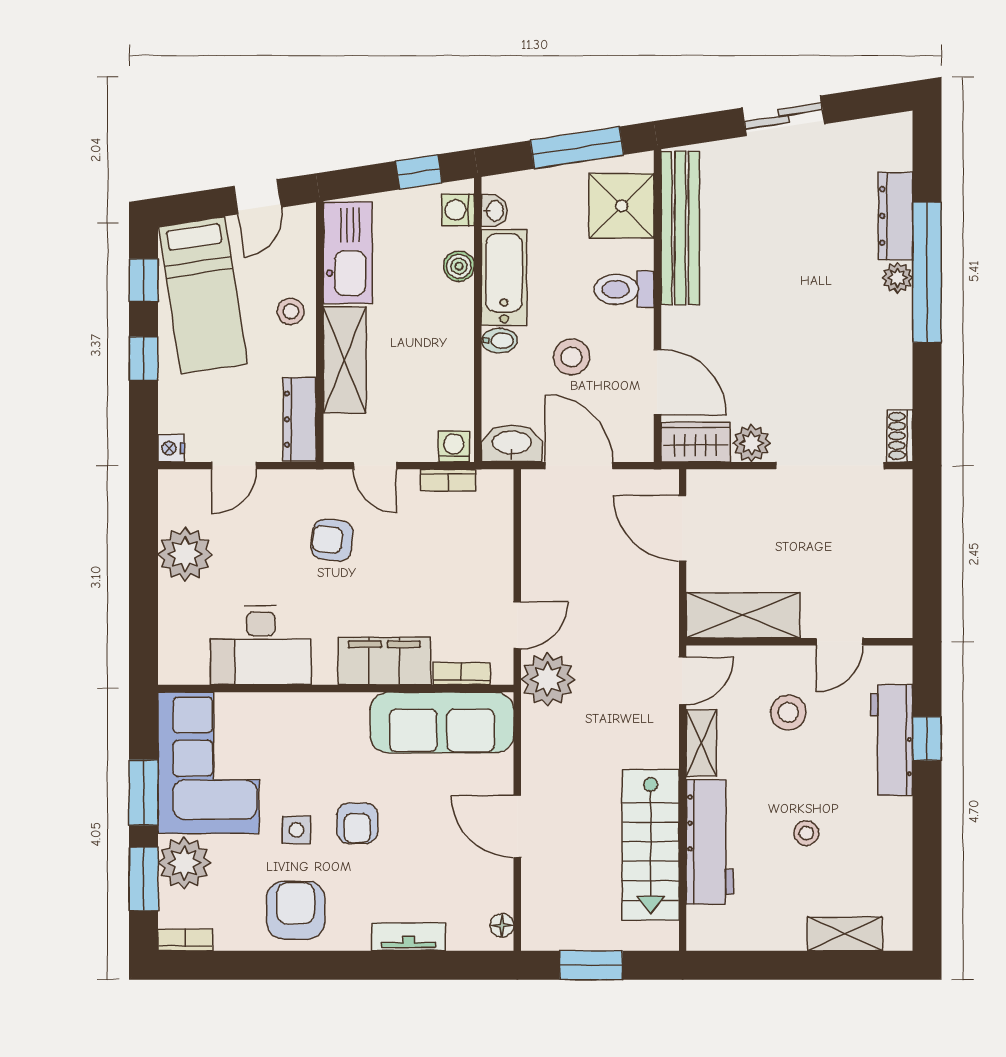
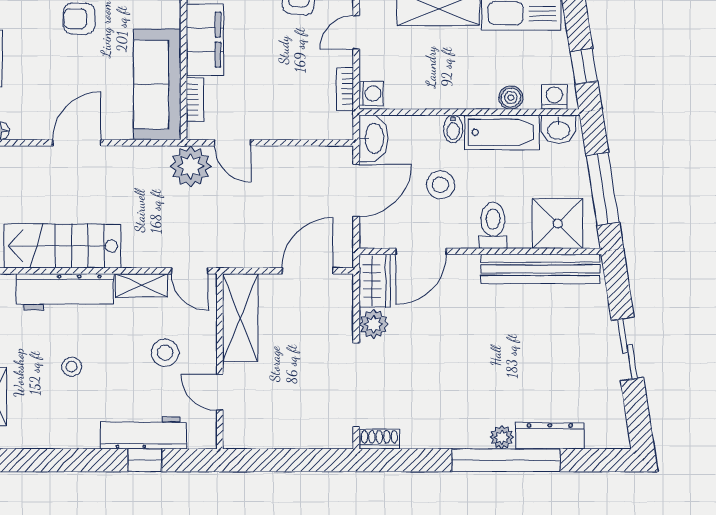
washbasin: (494, 211) -> (559, 129), width x1.38, depth x1.45

